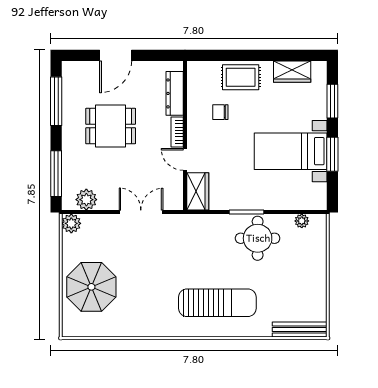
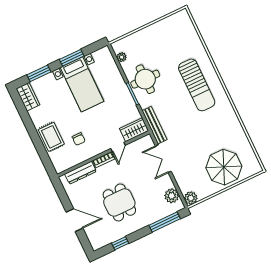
wardrobe: (292, 72) -> (28, 97), moved
window: (56, 101) -> (120, 243), width x0.46
sun lounger: (217, 303) -> (197, 85), turned 180
bench: (300, 330) -> (155, 125), moved

